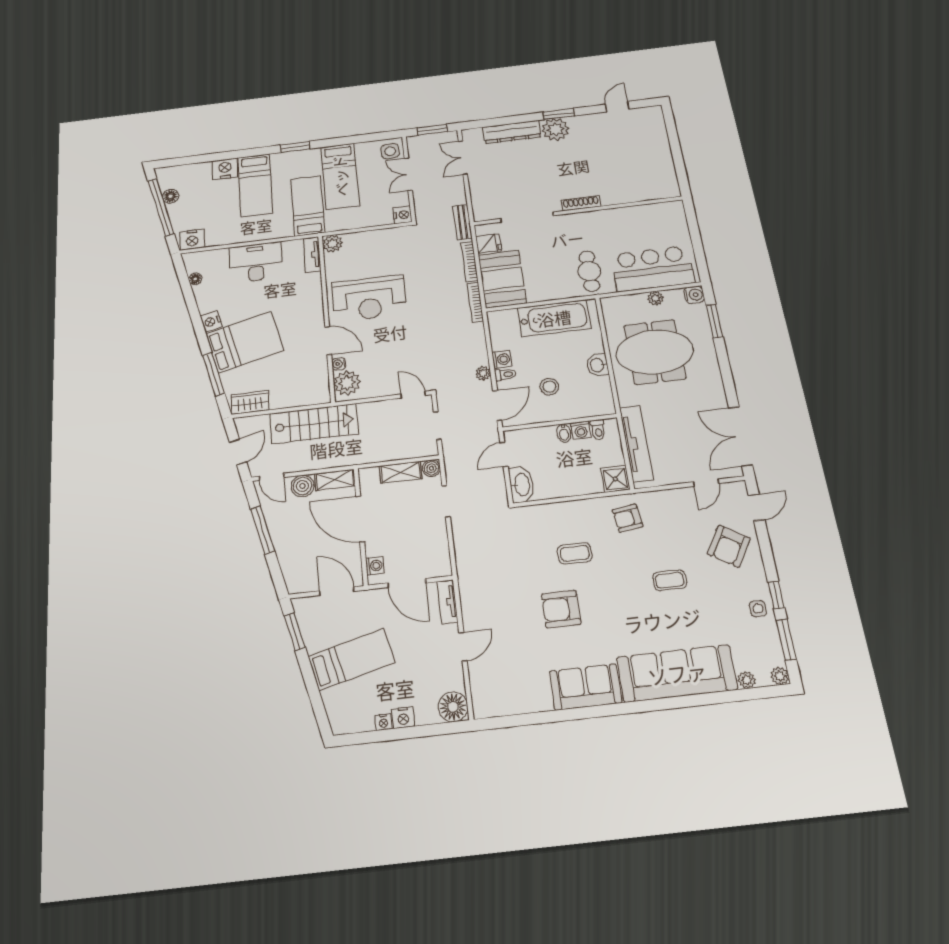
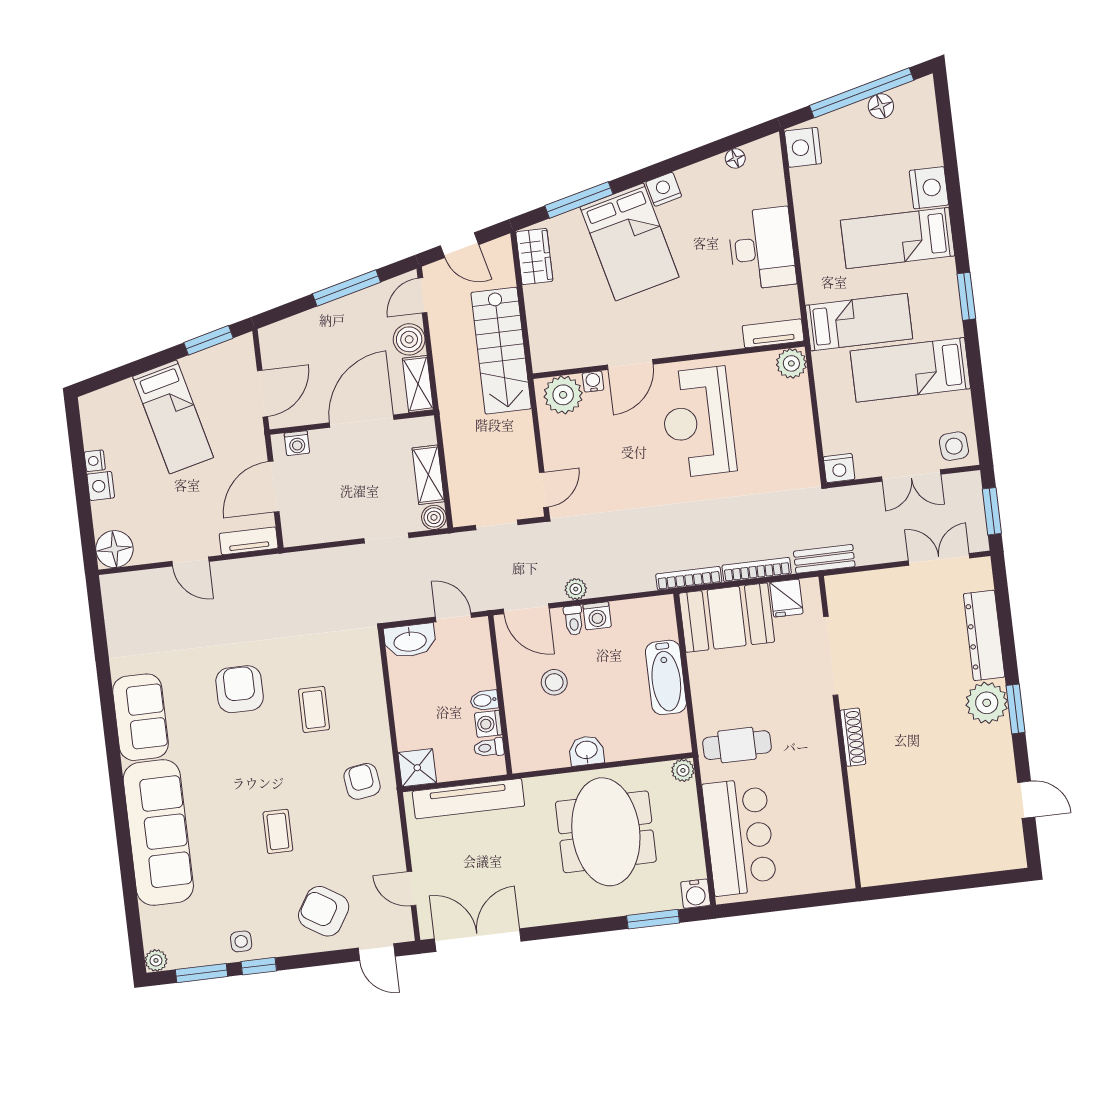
double door: (408, 174) -> (911, 476), swing flipped
plant: (655, 298) -> (683, 770), moved
bathtub: (554, 318) -> (666, 677), width x0.73, depth x0.73
plant: (747, 680) -> (151, 919), removed

